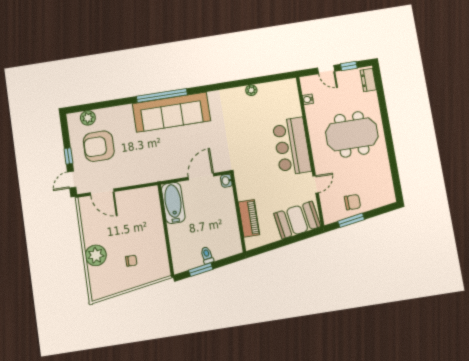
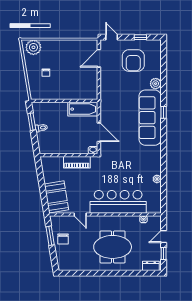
window: (162, 96) -> (164, 112), width x0.32
plant: (88, 118) -> (156, 84), moved
meeting table: (352, 134) -> (113, 247), turned 90
armchair: (99, 146) -> (133, 61), turned 180
bar counter: (292, 146) -> (118, 202), width x1.36
window: (68, 156) -> (140, 37), moved
piano: (249, 218) -> (77, 162), moved
plant: (96, 255) -> (33, 47), moved

